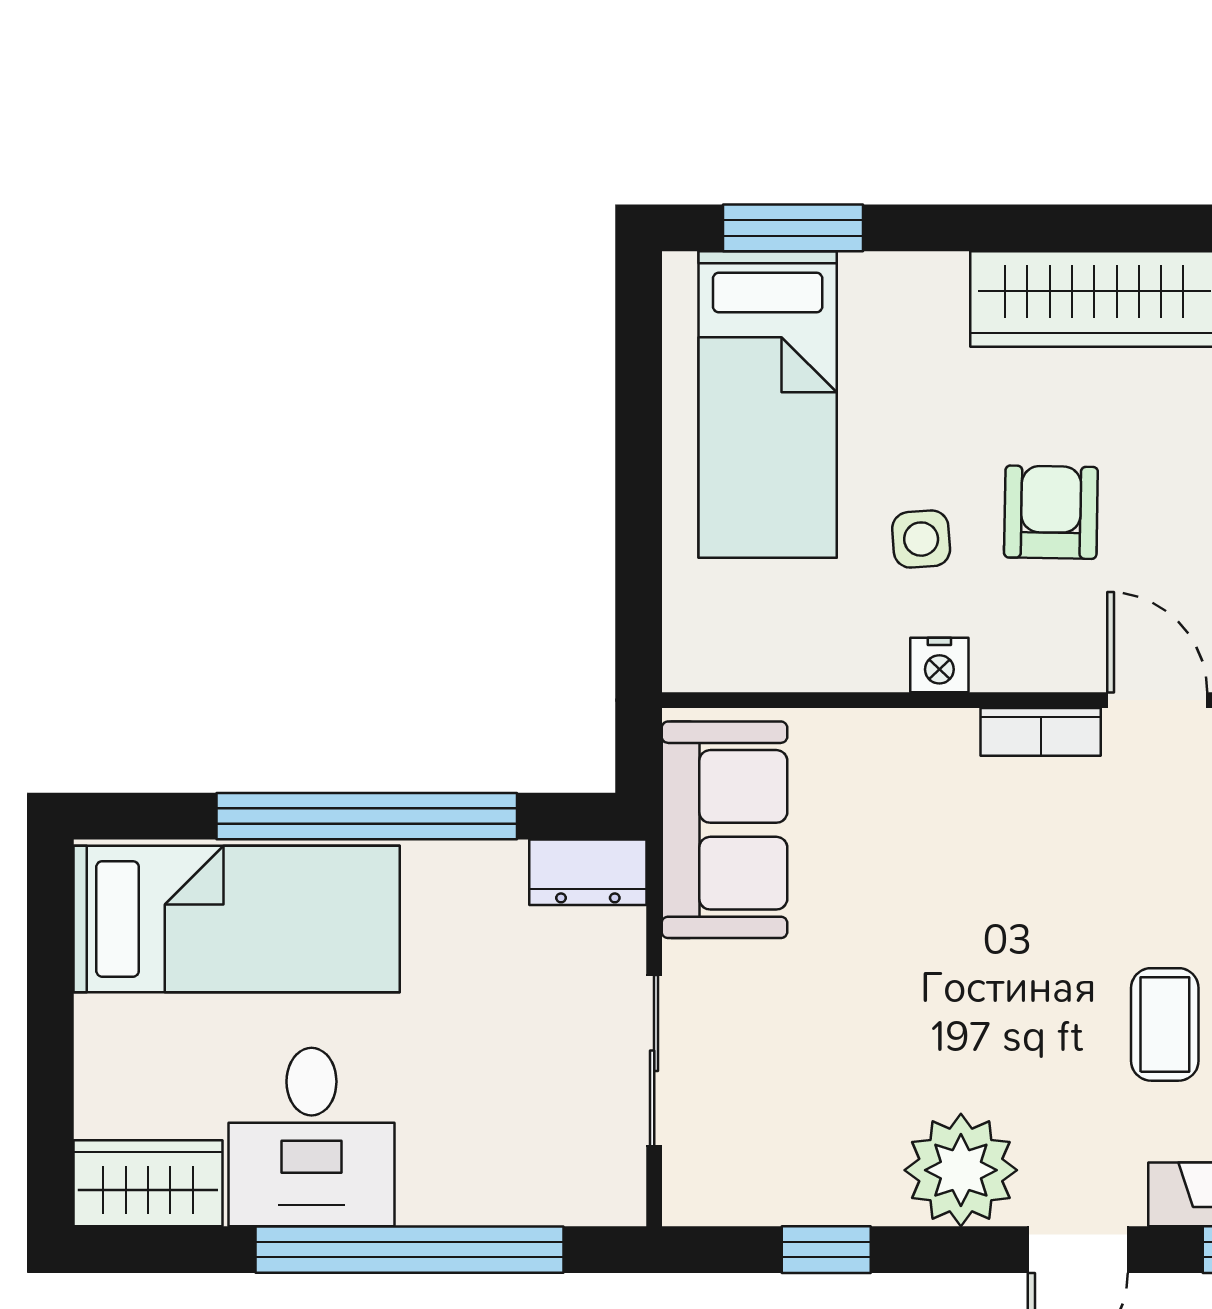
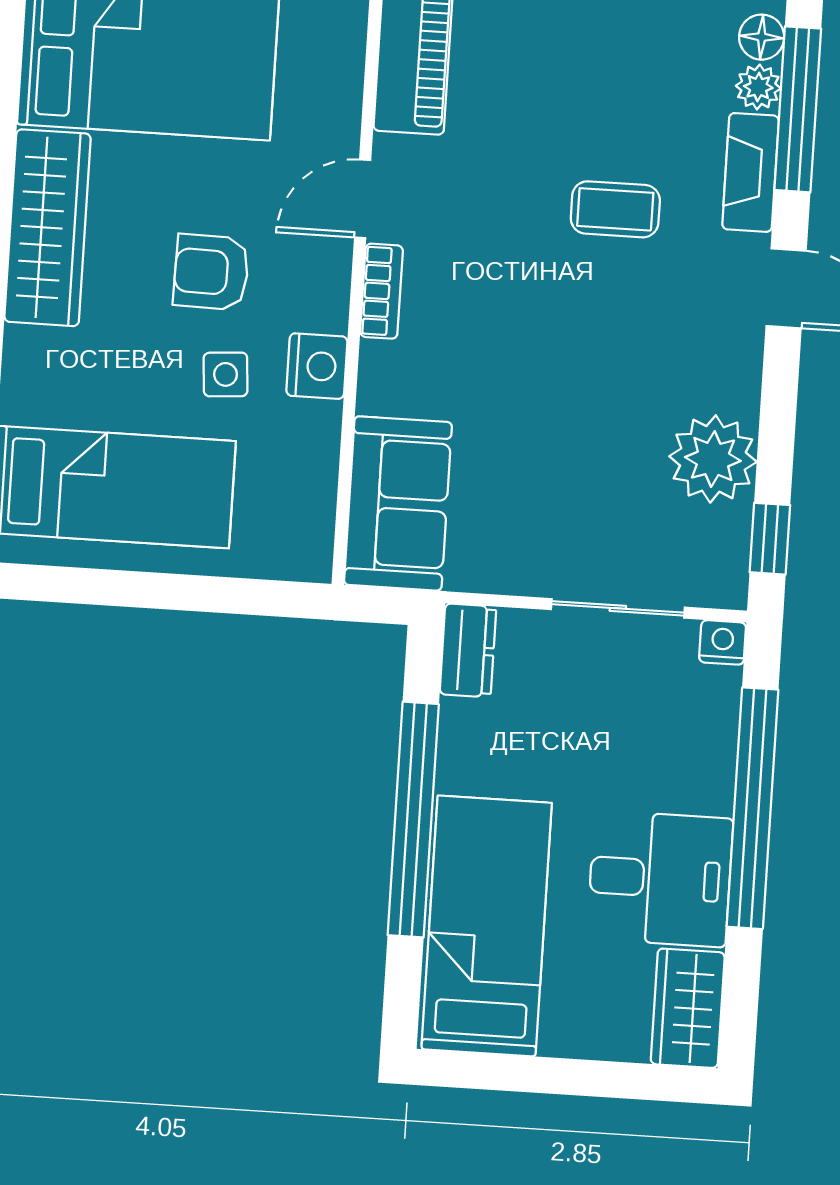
nightstand: (939, 665) -> (317, 366), width x1.39, depth x1.35
sofa: (724, 830) -> (398, 503), moved, turned 90
plant: (961, 1170) -> (713, 459), moved
nightstand: (619, 1198) -> (723, 642), added
window: (826, 1250) -> (770, 539), moved

